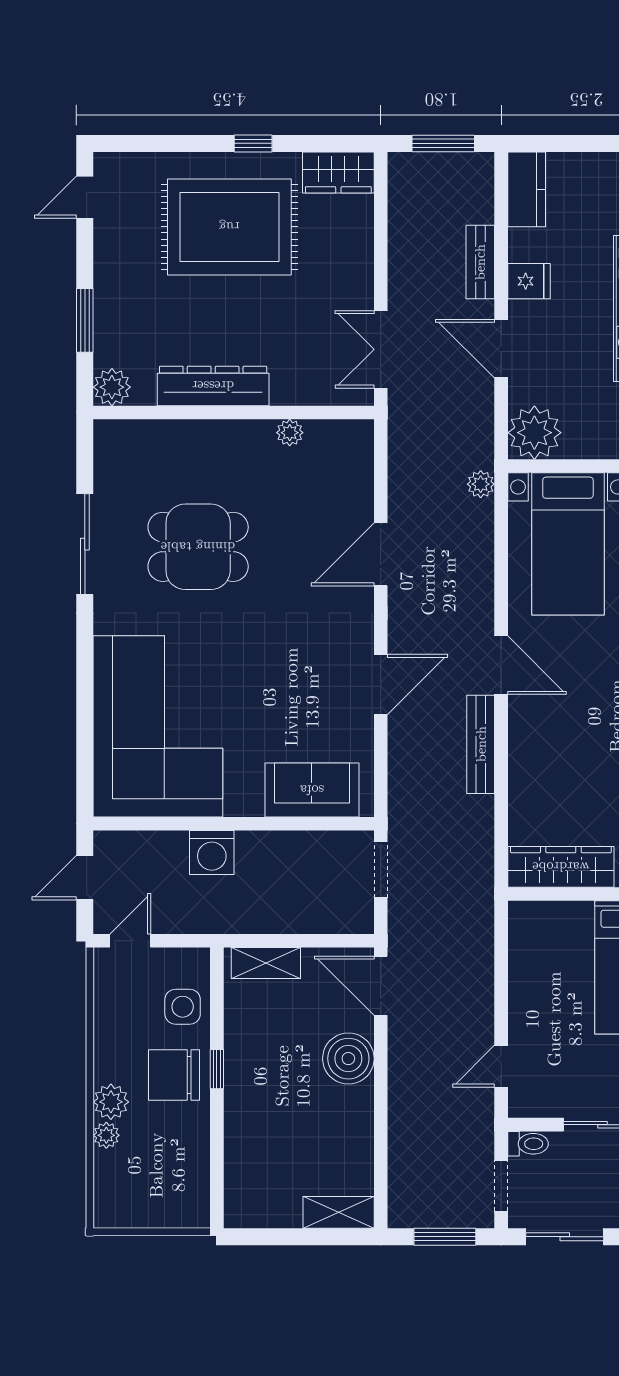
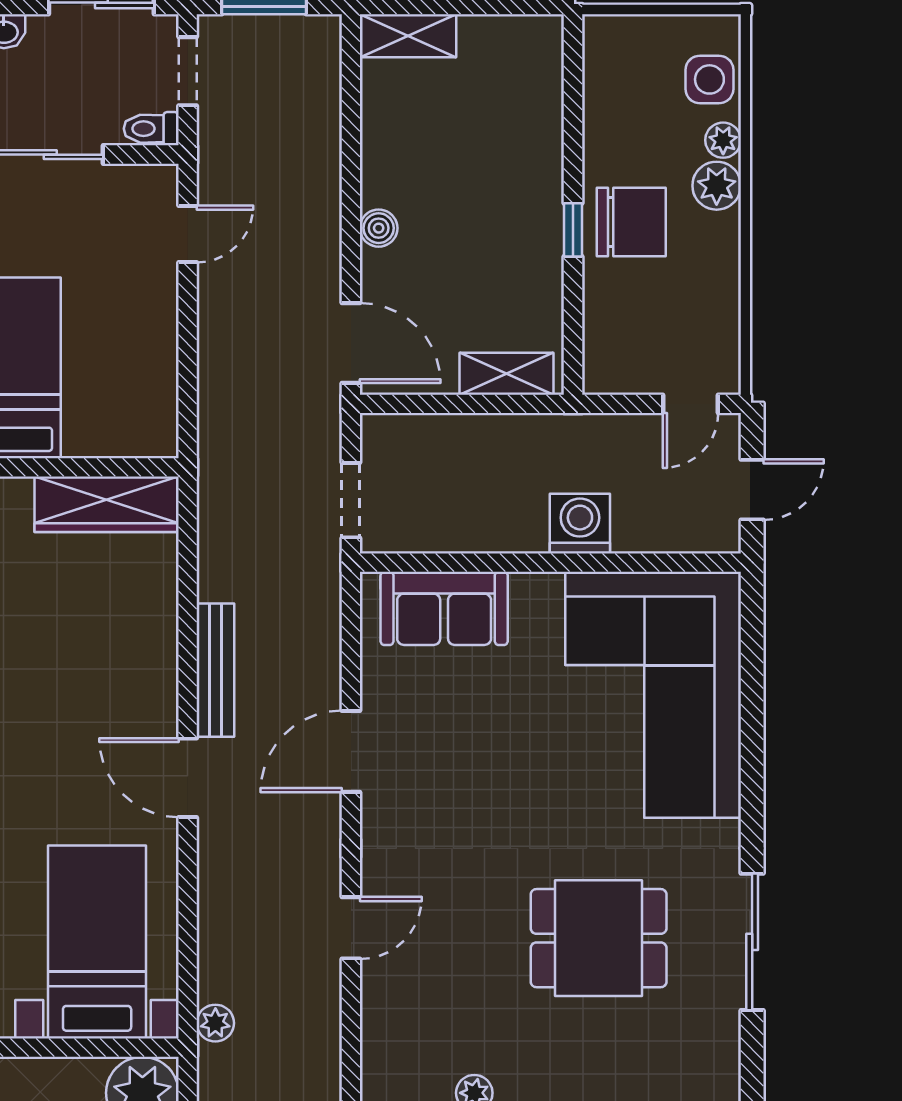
door: (381, 554) -> (351, 928), width x0.73
side table: (183, 1007) -> (709, 79), moved
boiler: (348, 1059) -> (379, 228), width x0.54, depth x0.54

